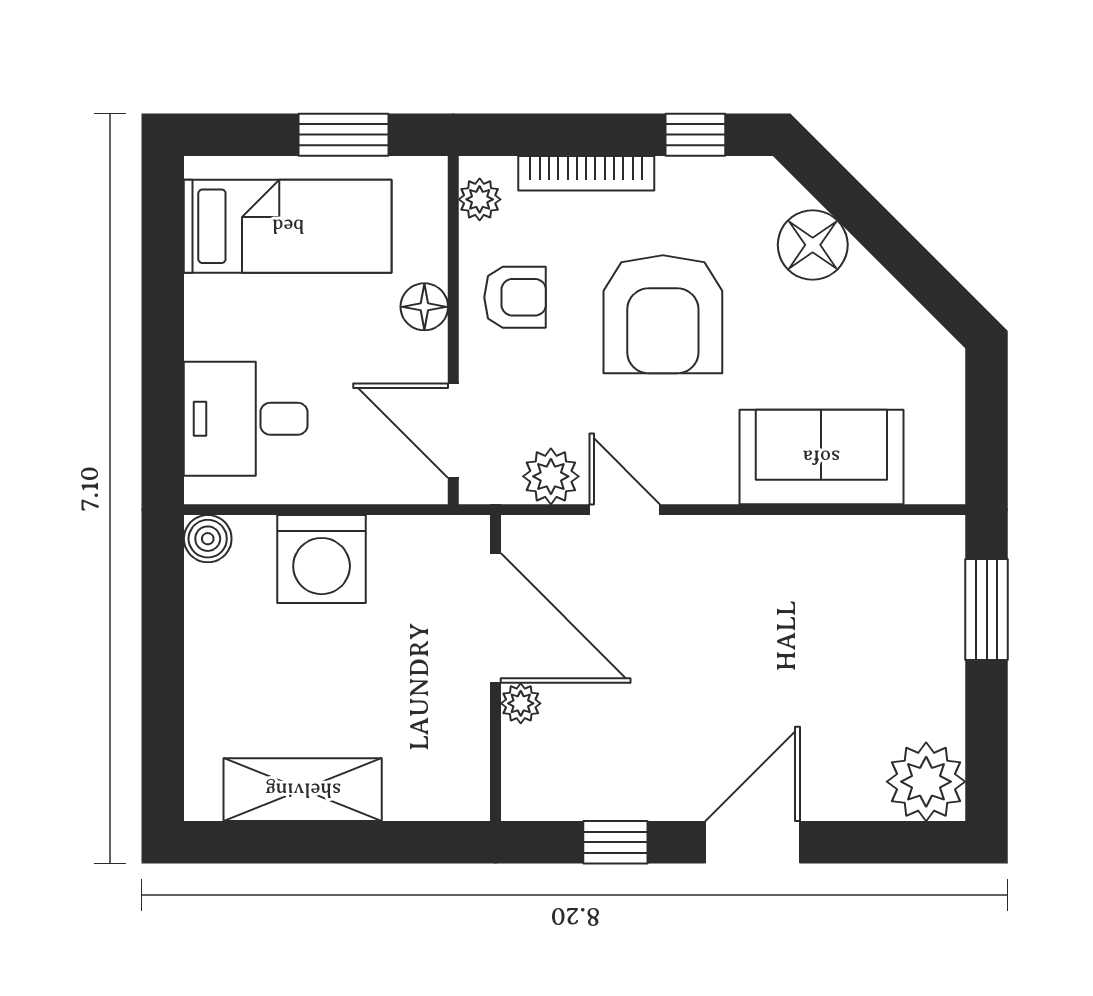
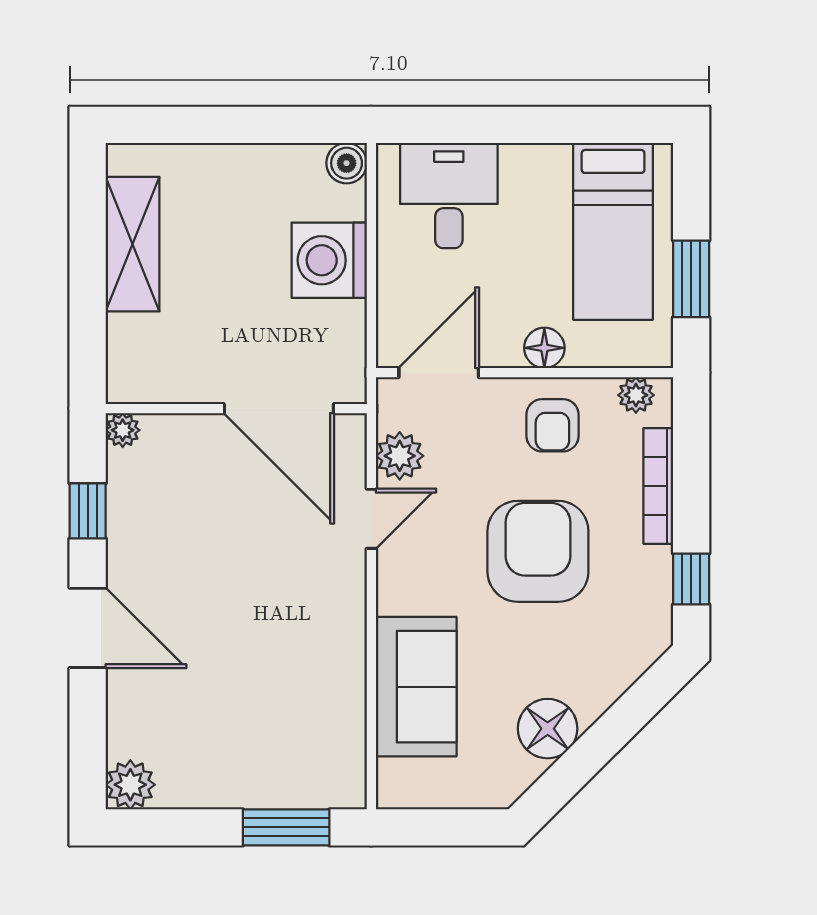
floor lamp: (813, 245) -> (548, 729), moved
armchair: (663, 314) -> (538, 551), turned 90
door: (495, 618) -> (279, 409), hinge flipped
plant: (521, 703) -> (123, 430), moved
plant: (926, 782) -> (130, 785), width x0.73, depth x0.73

